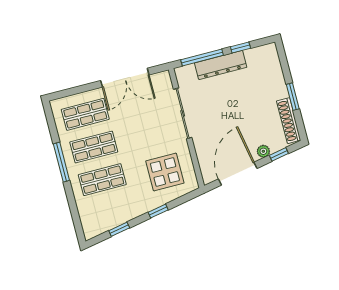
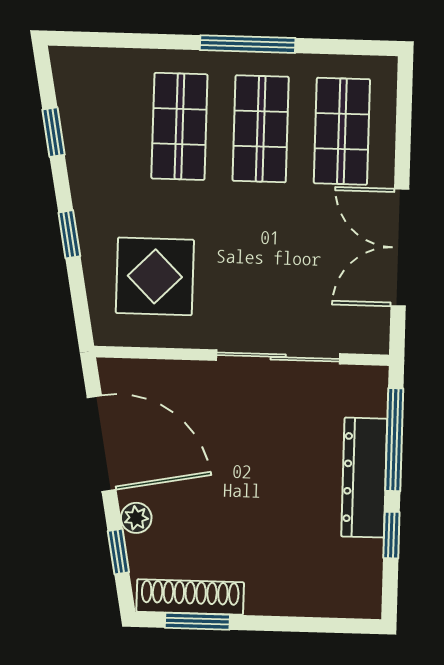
window: (293, 97) -> (197, 621), moved

